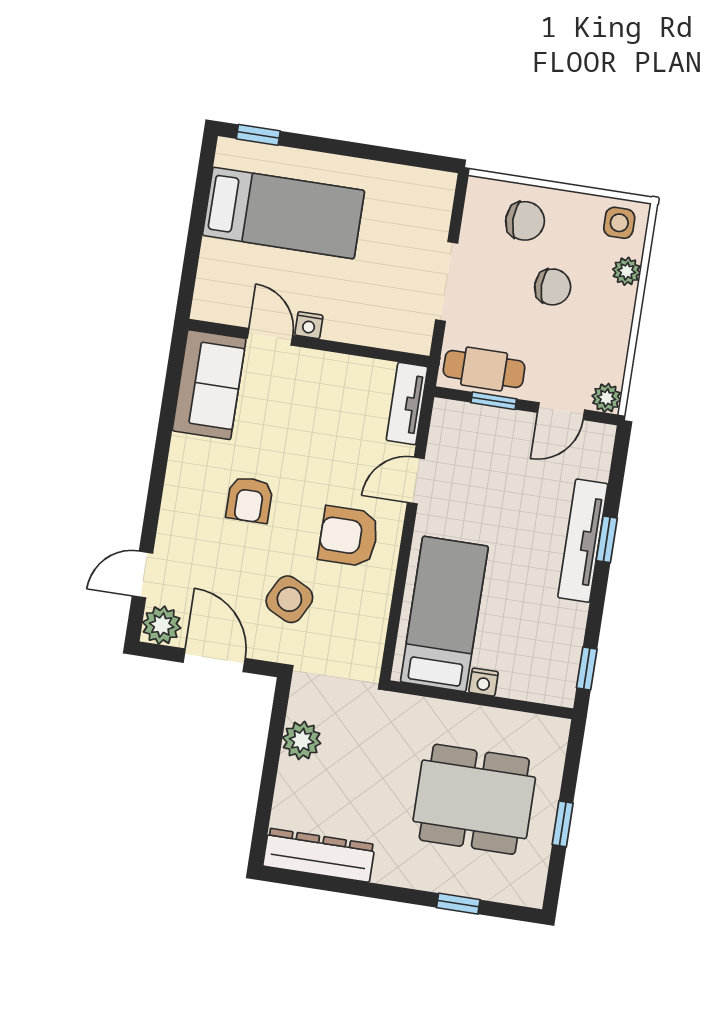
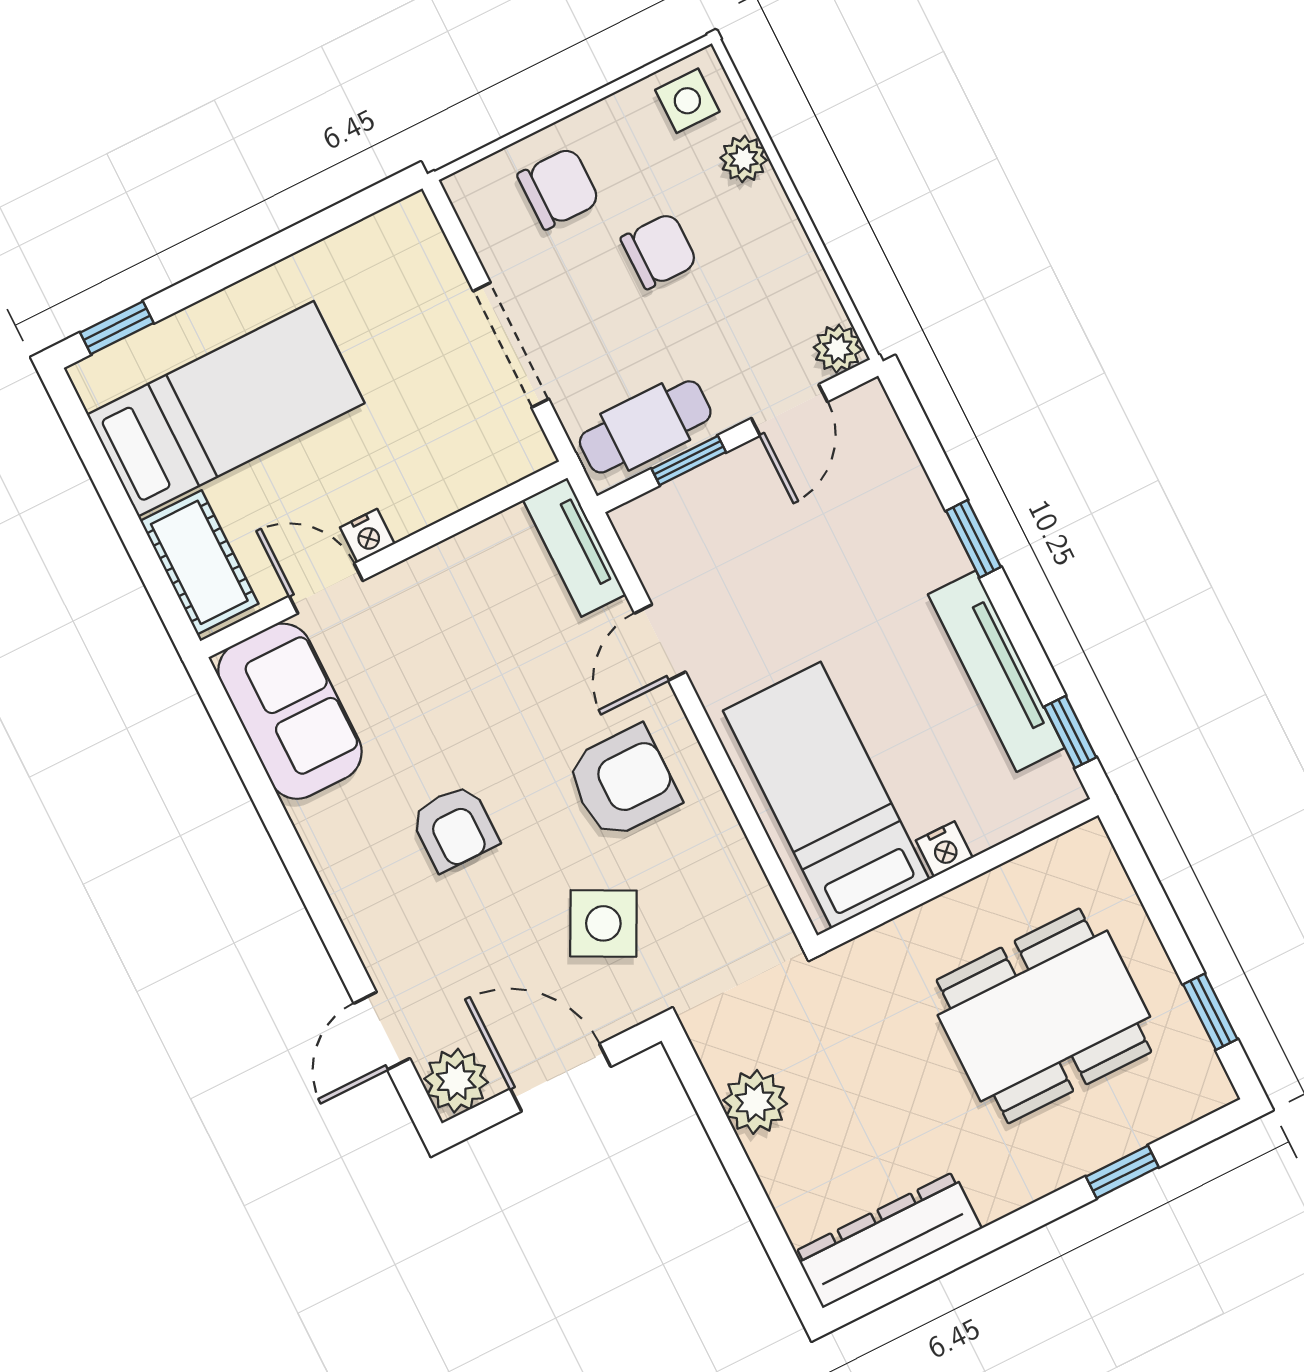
cot: (217, 279) -> (199, 562), added
armchair: (348, 536) -> (623, 782), turned 180
tv unit: (583, 541) -> (996, 671), moved
window: (563, 824) -> (1210, 1012), moved

